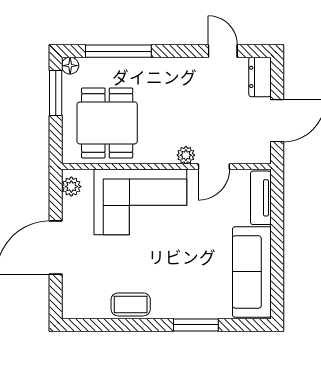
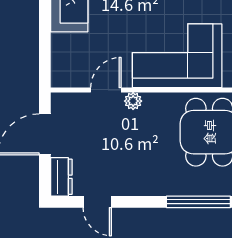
tv unit: (261, 198) -> (60, 60), removed

